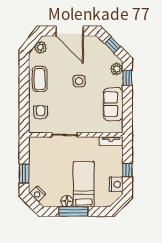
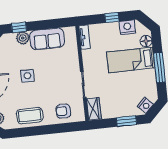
plant: (117, 69) -> (23, 38), moved
wardrobe: (40, 143) -> (94, 109), added
floor lamp: (67, 201) -> (146, 41), moved

